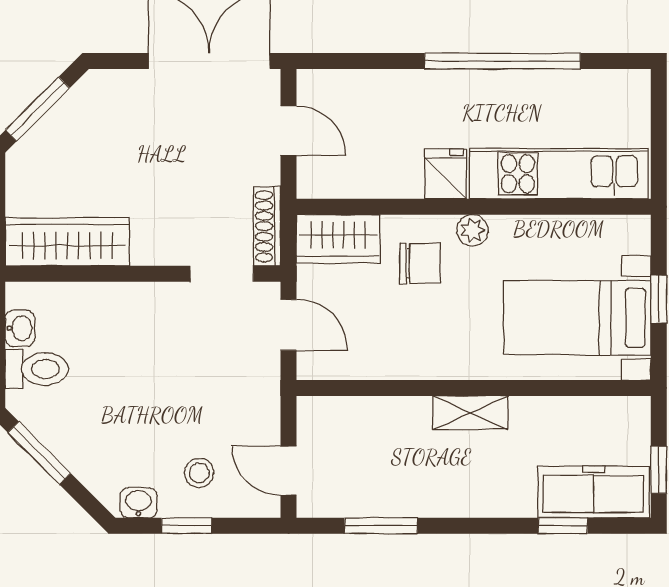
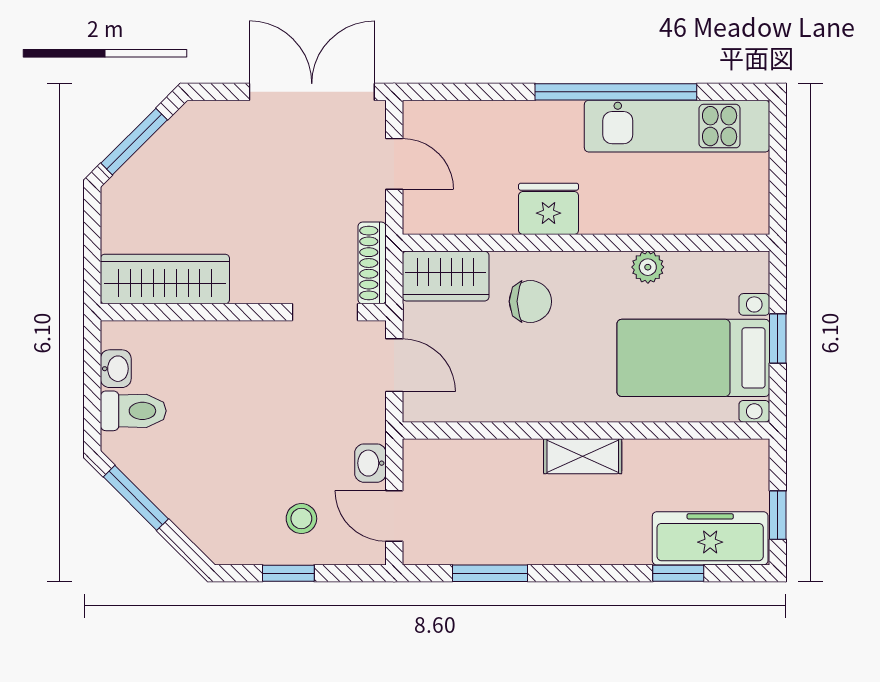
fridge: (446, 174) -> (549, 209), width x1.38
kitchen unit: (559, 174) -> (677, 126), moved, turned 180
plant: (473, 230) -> (648, 267), moved
washbasin: (139, 503) -> (370, 463), moved, turned -90

